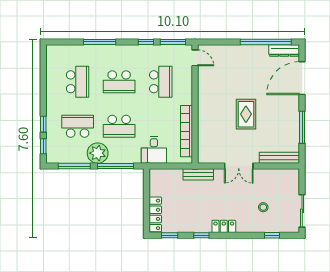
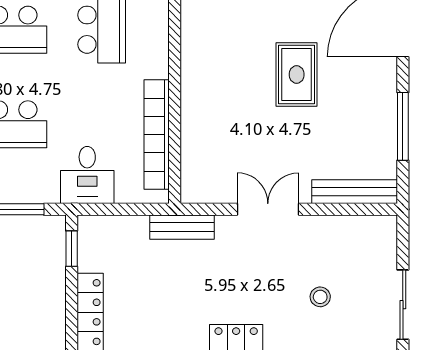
rug: (246, 114) -> (297, 75), moved
double door: (239, 166) -> (268, 209), swing flipped
window: (147, 185) -> (72, 249), added

